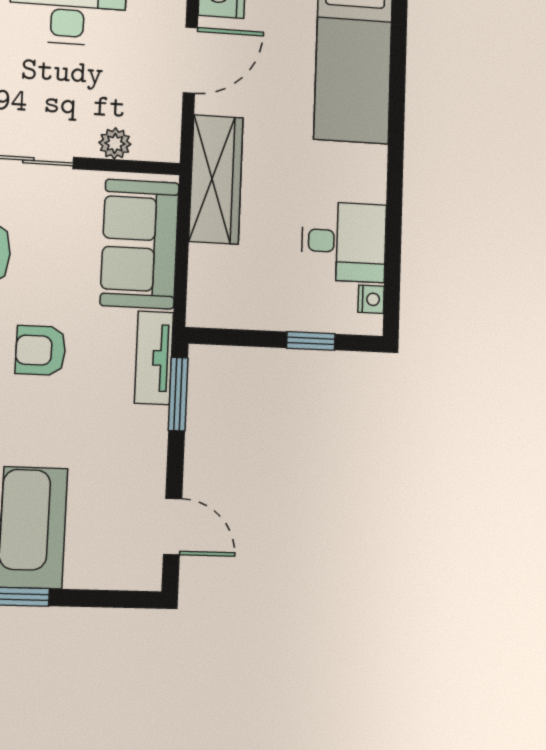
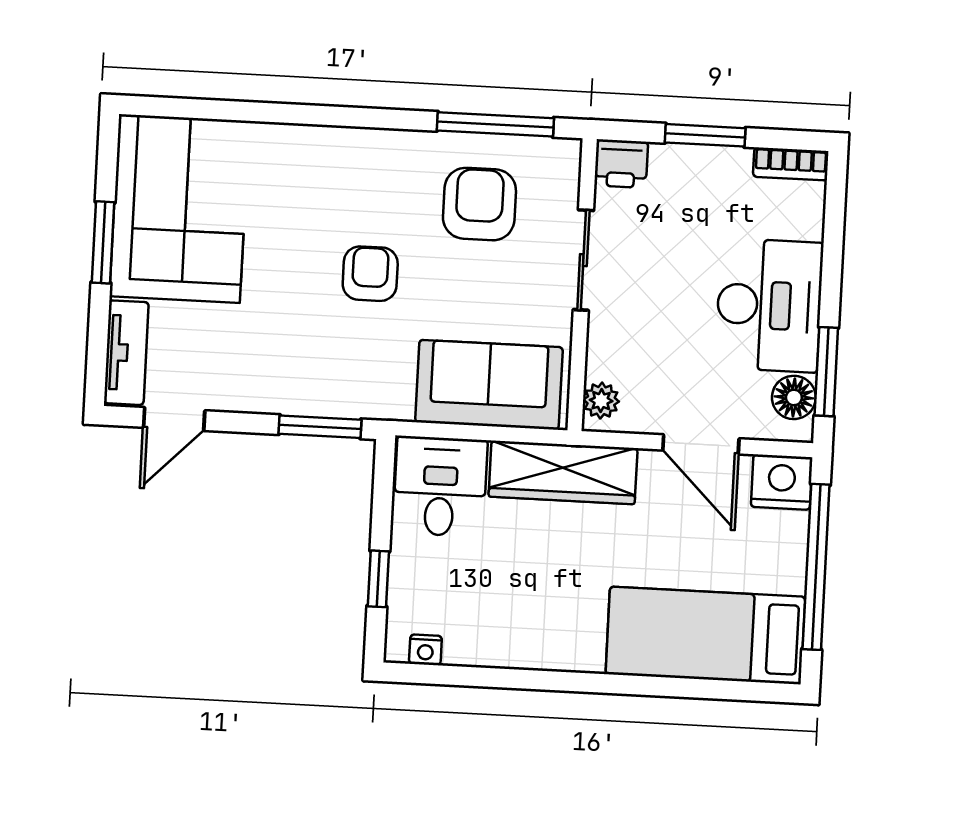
plant: (115, 143) -> (601, 401), moved
desk: (344, 242) -> (440, 486), moved, turned 180
tv unit: (154, 358) -> (126, 353), moved, turned 90

